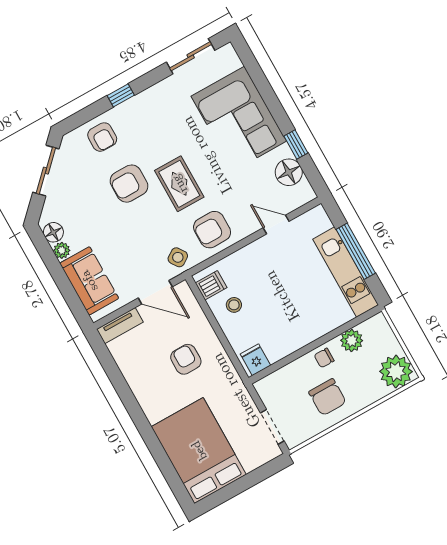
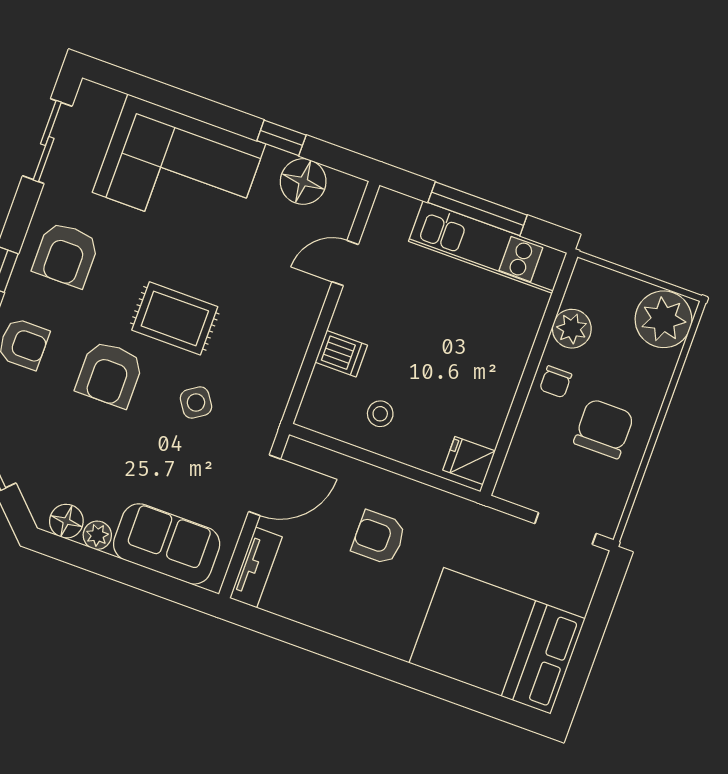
armchair: (212, 230) -> (66, 255), moved
side table: (178, 257) -> (196, 402), moved
dishwasher: (211, 285) -> (341, 354), moved, turned 90
chair: (327, 397) -> (604, 429), turned -90

